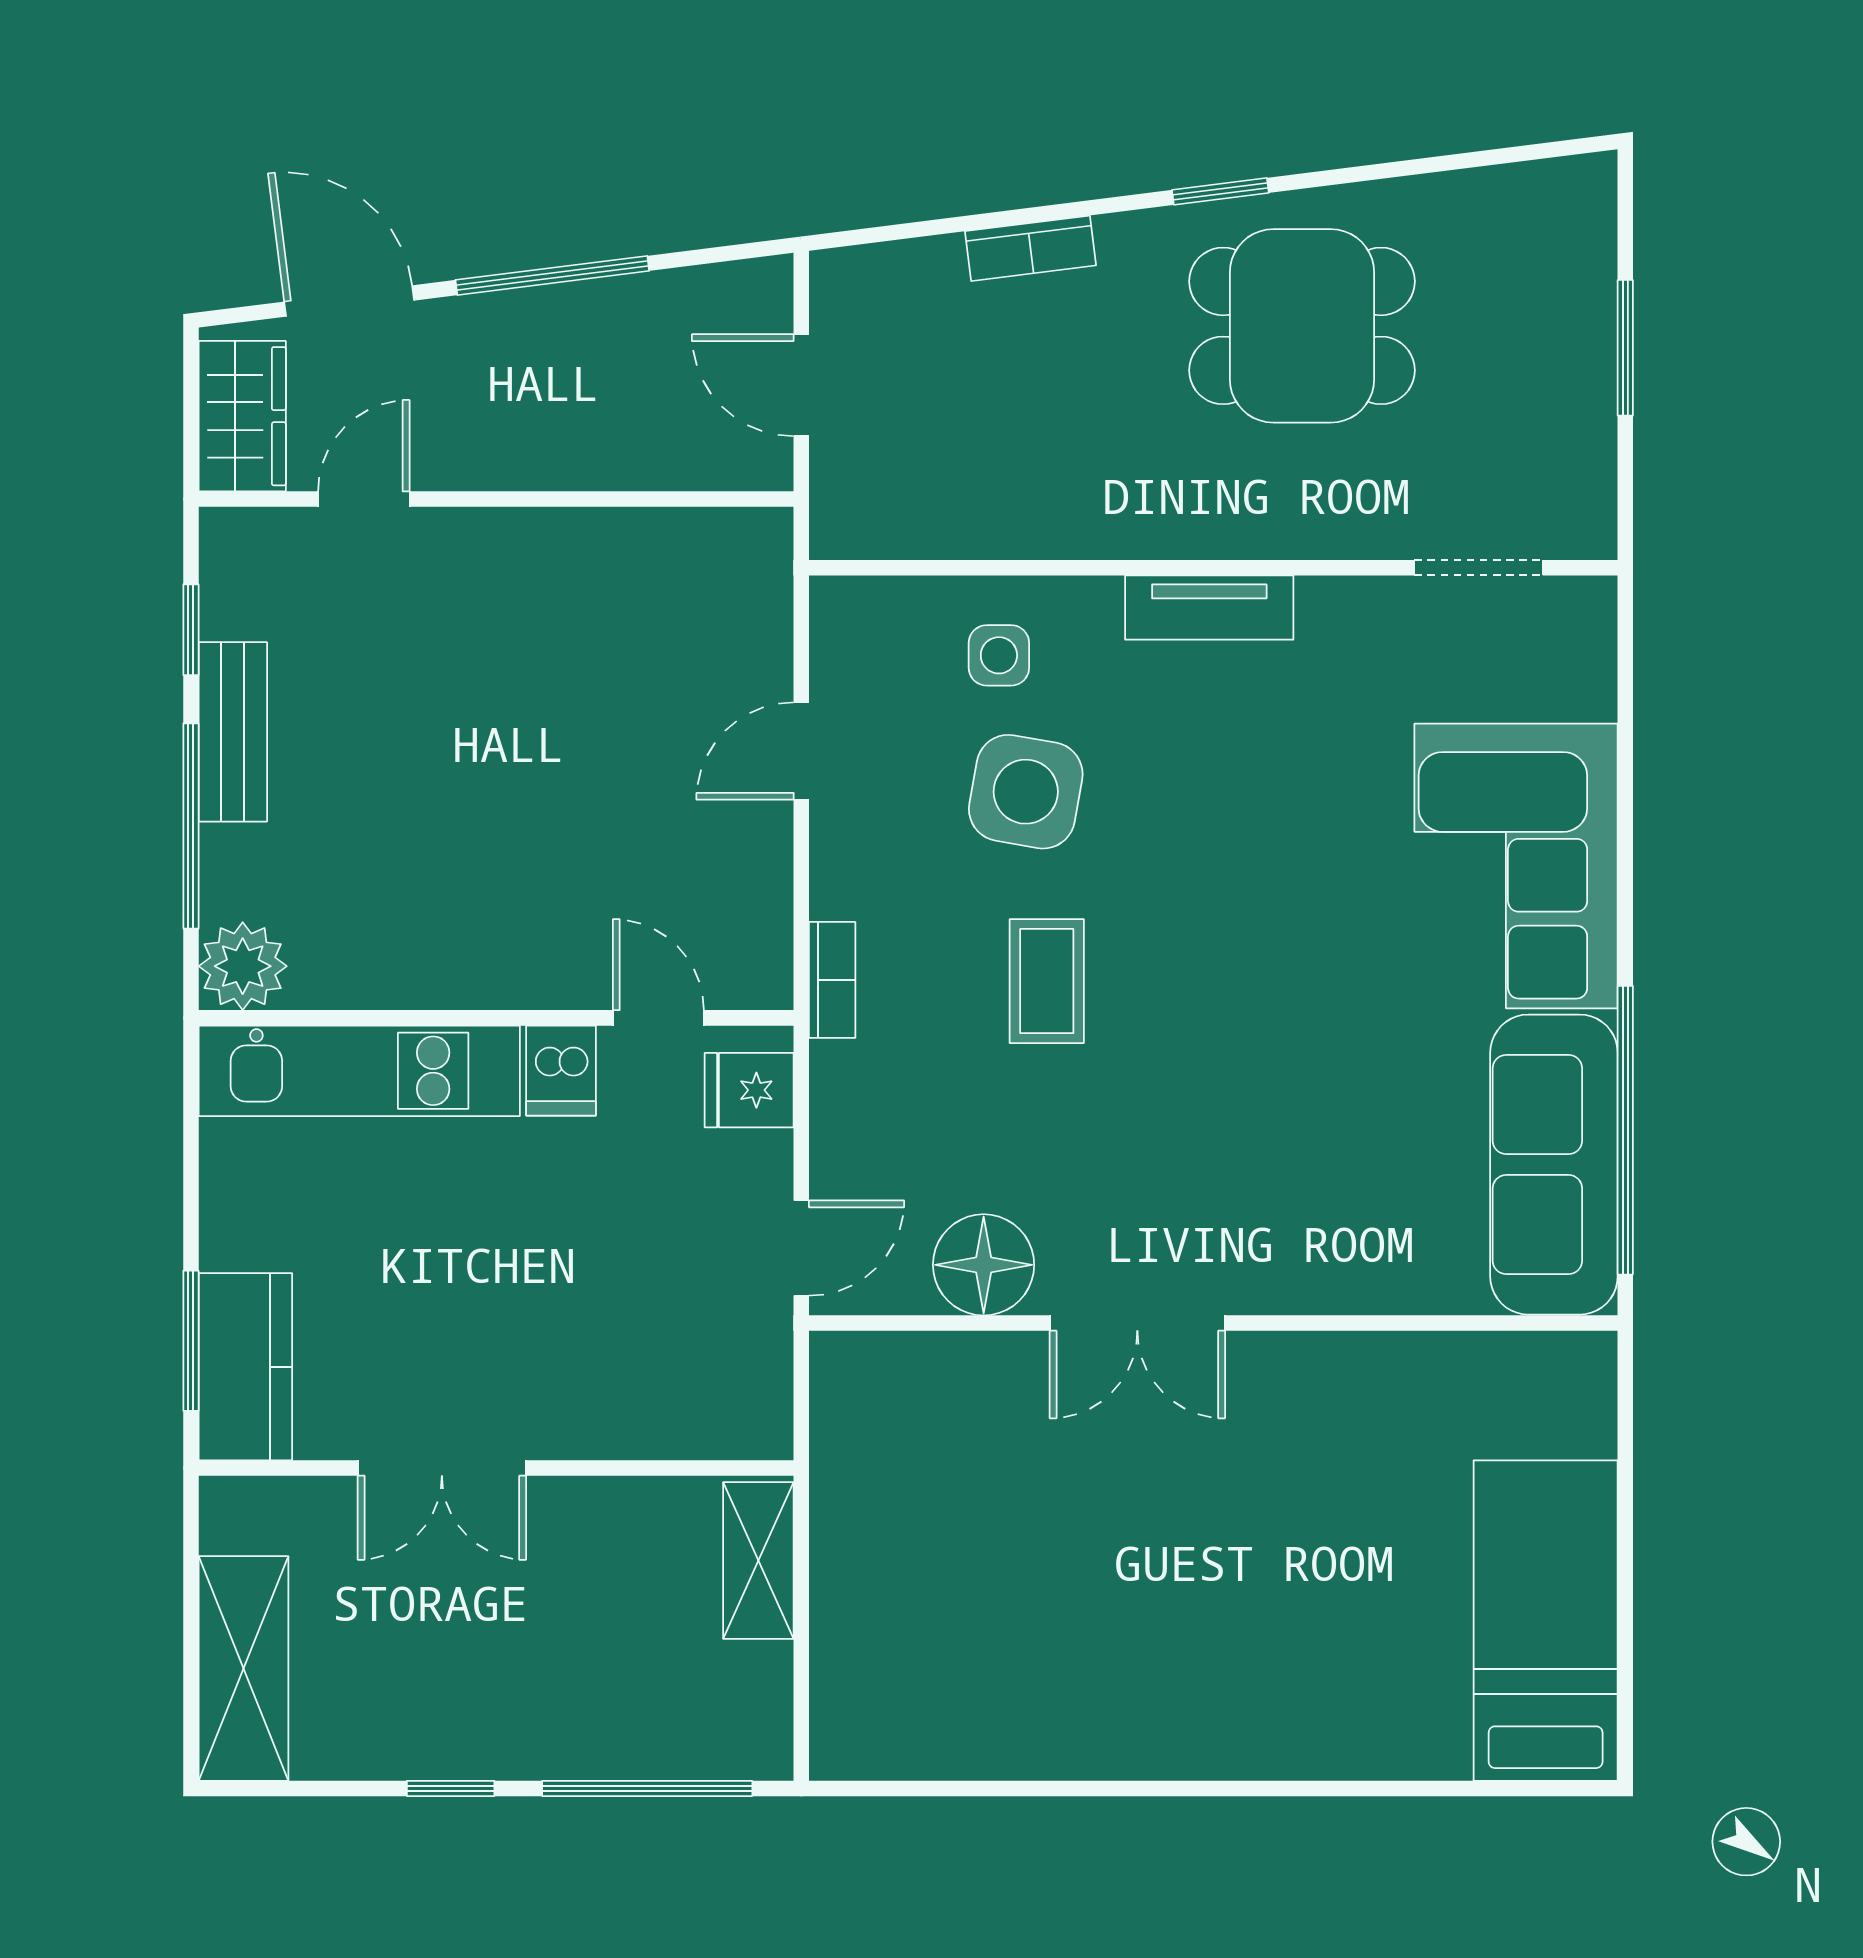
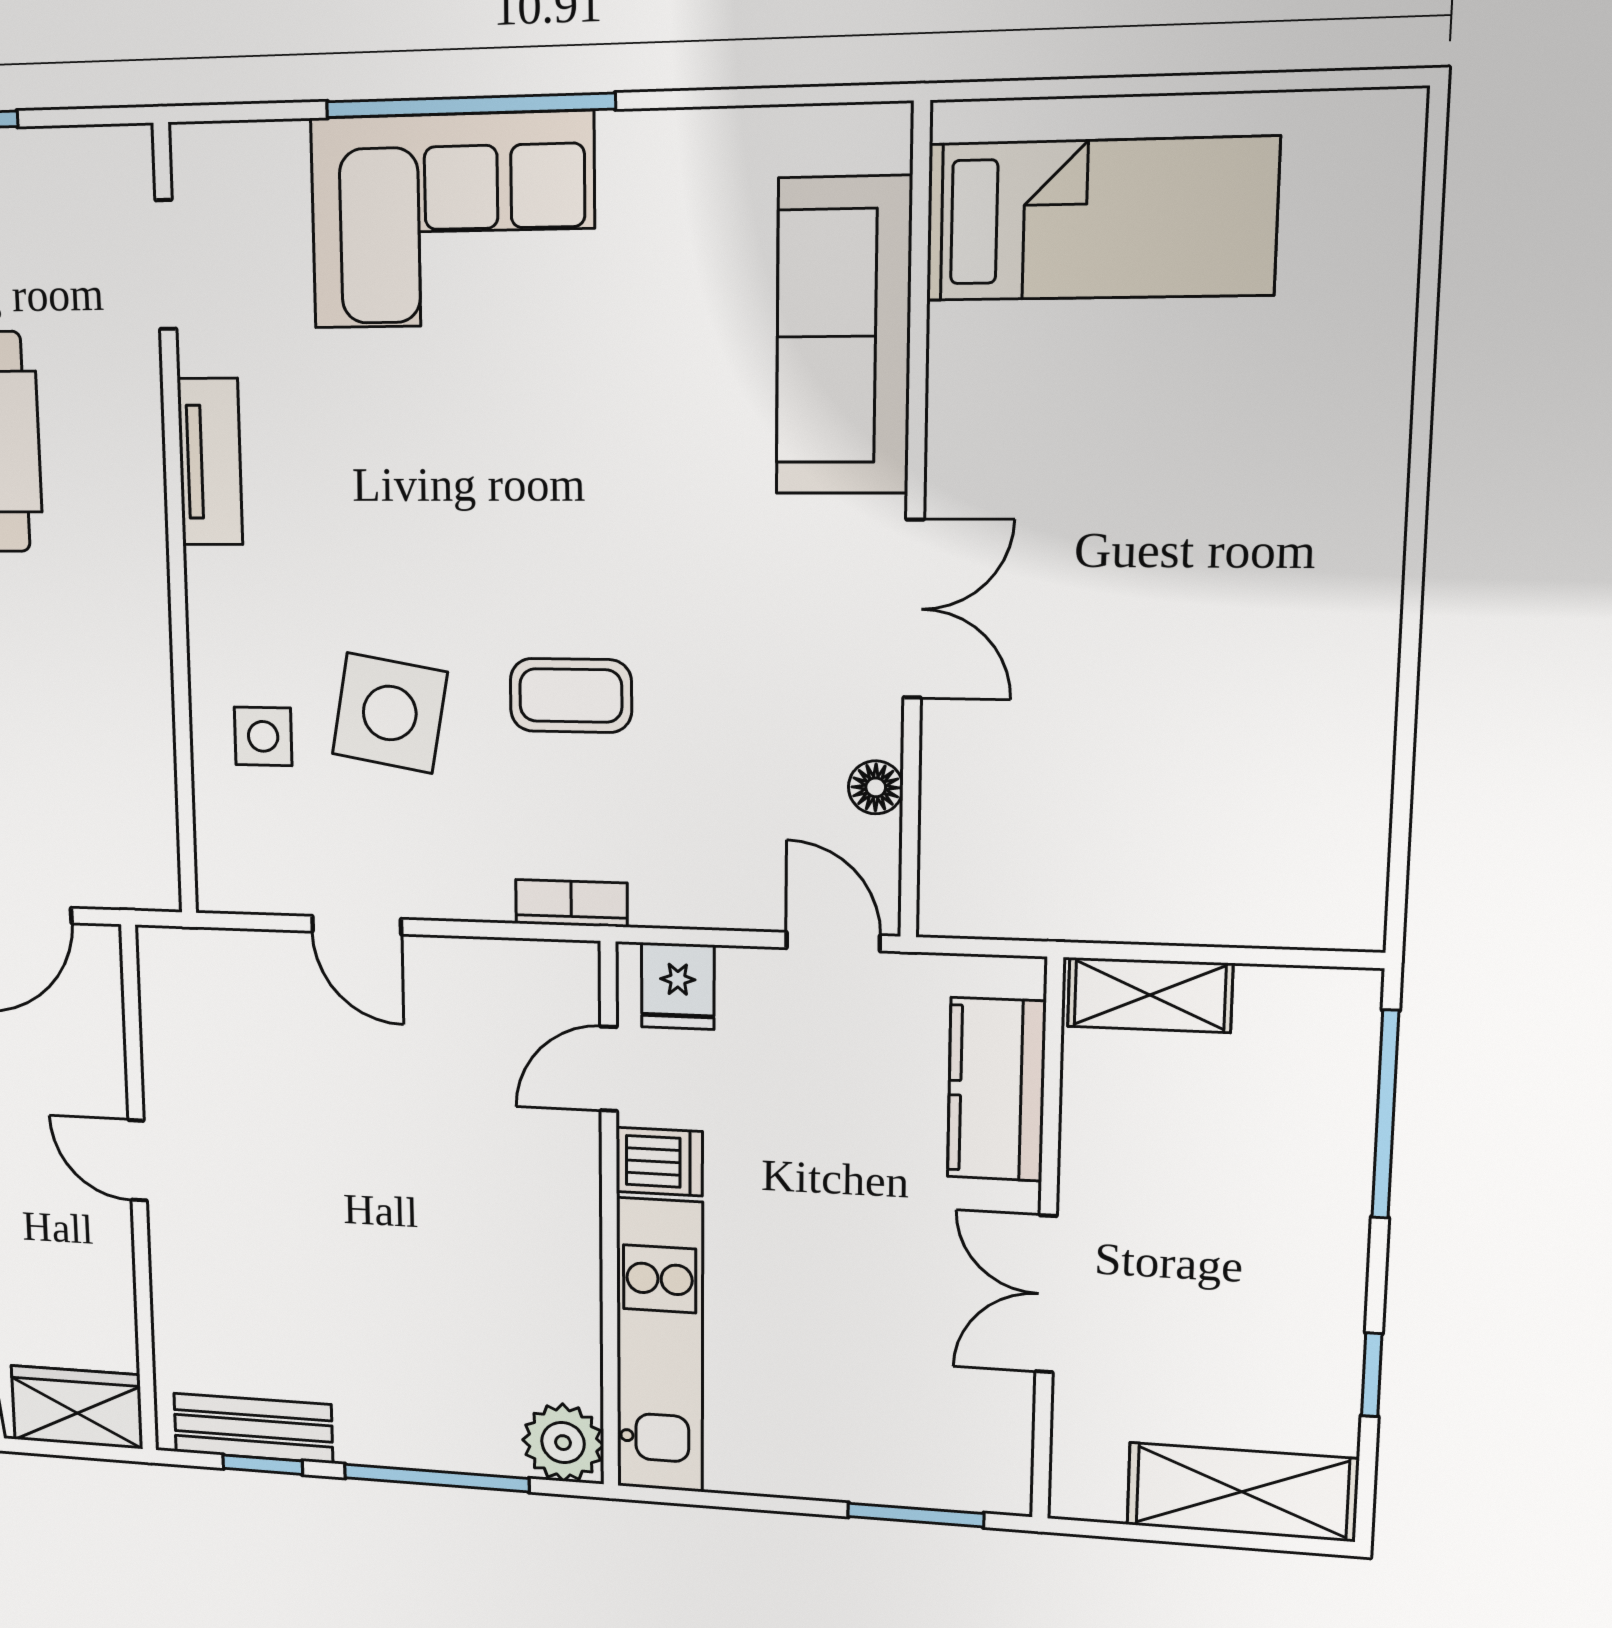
door: (364, 499) -> (138, 1160), moved
tv unit: (1209, 607) -> (210, 462), moved
bench: (233, 732) -> (253, 1428), moved
window: (1625, 1130) -> (470, 105), moved
sofa: (1554, 1165) -> (844, 336), moved, turned 90
floor lamp: (984, 1265) -> (876, 787), width x0.53, depth x0.53
kitchen counter: (245, 1367) -> (996, 1089), moved, turned -90
double door: (442, 1468) -> (1046, 1294), swing flipped
bed: (1546, 1621) -> (1100, 219), moved, turned 180
window: (451, 1788) -> (1372, 1375), moved

